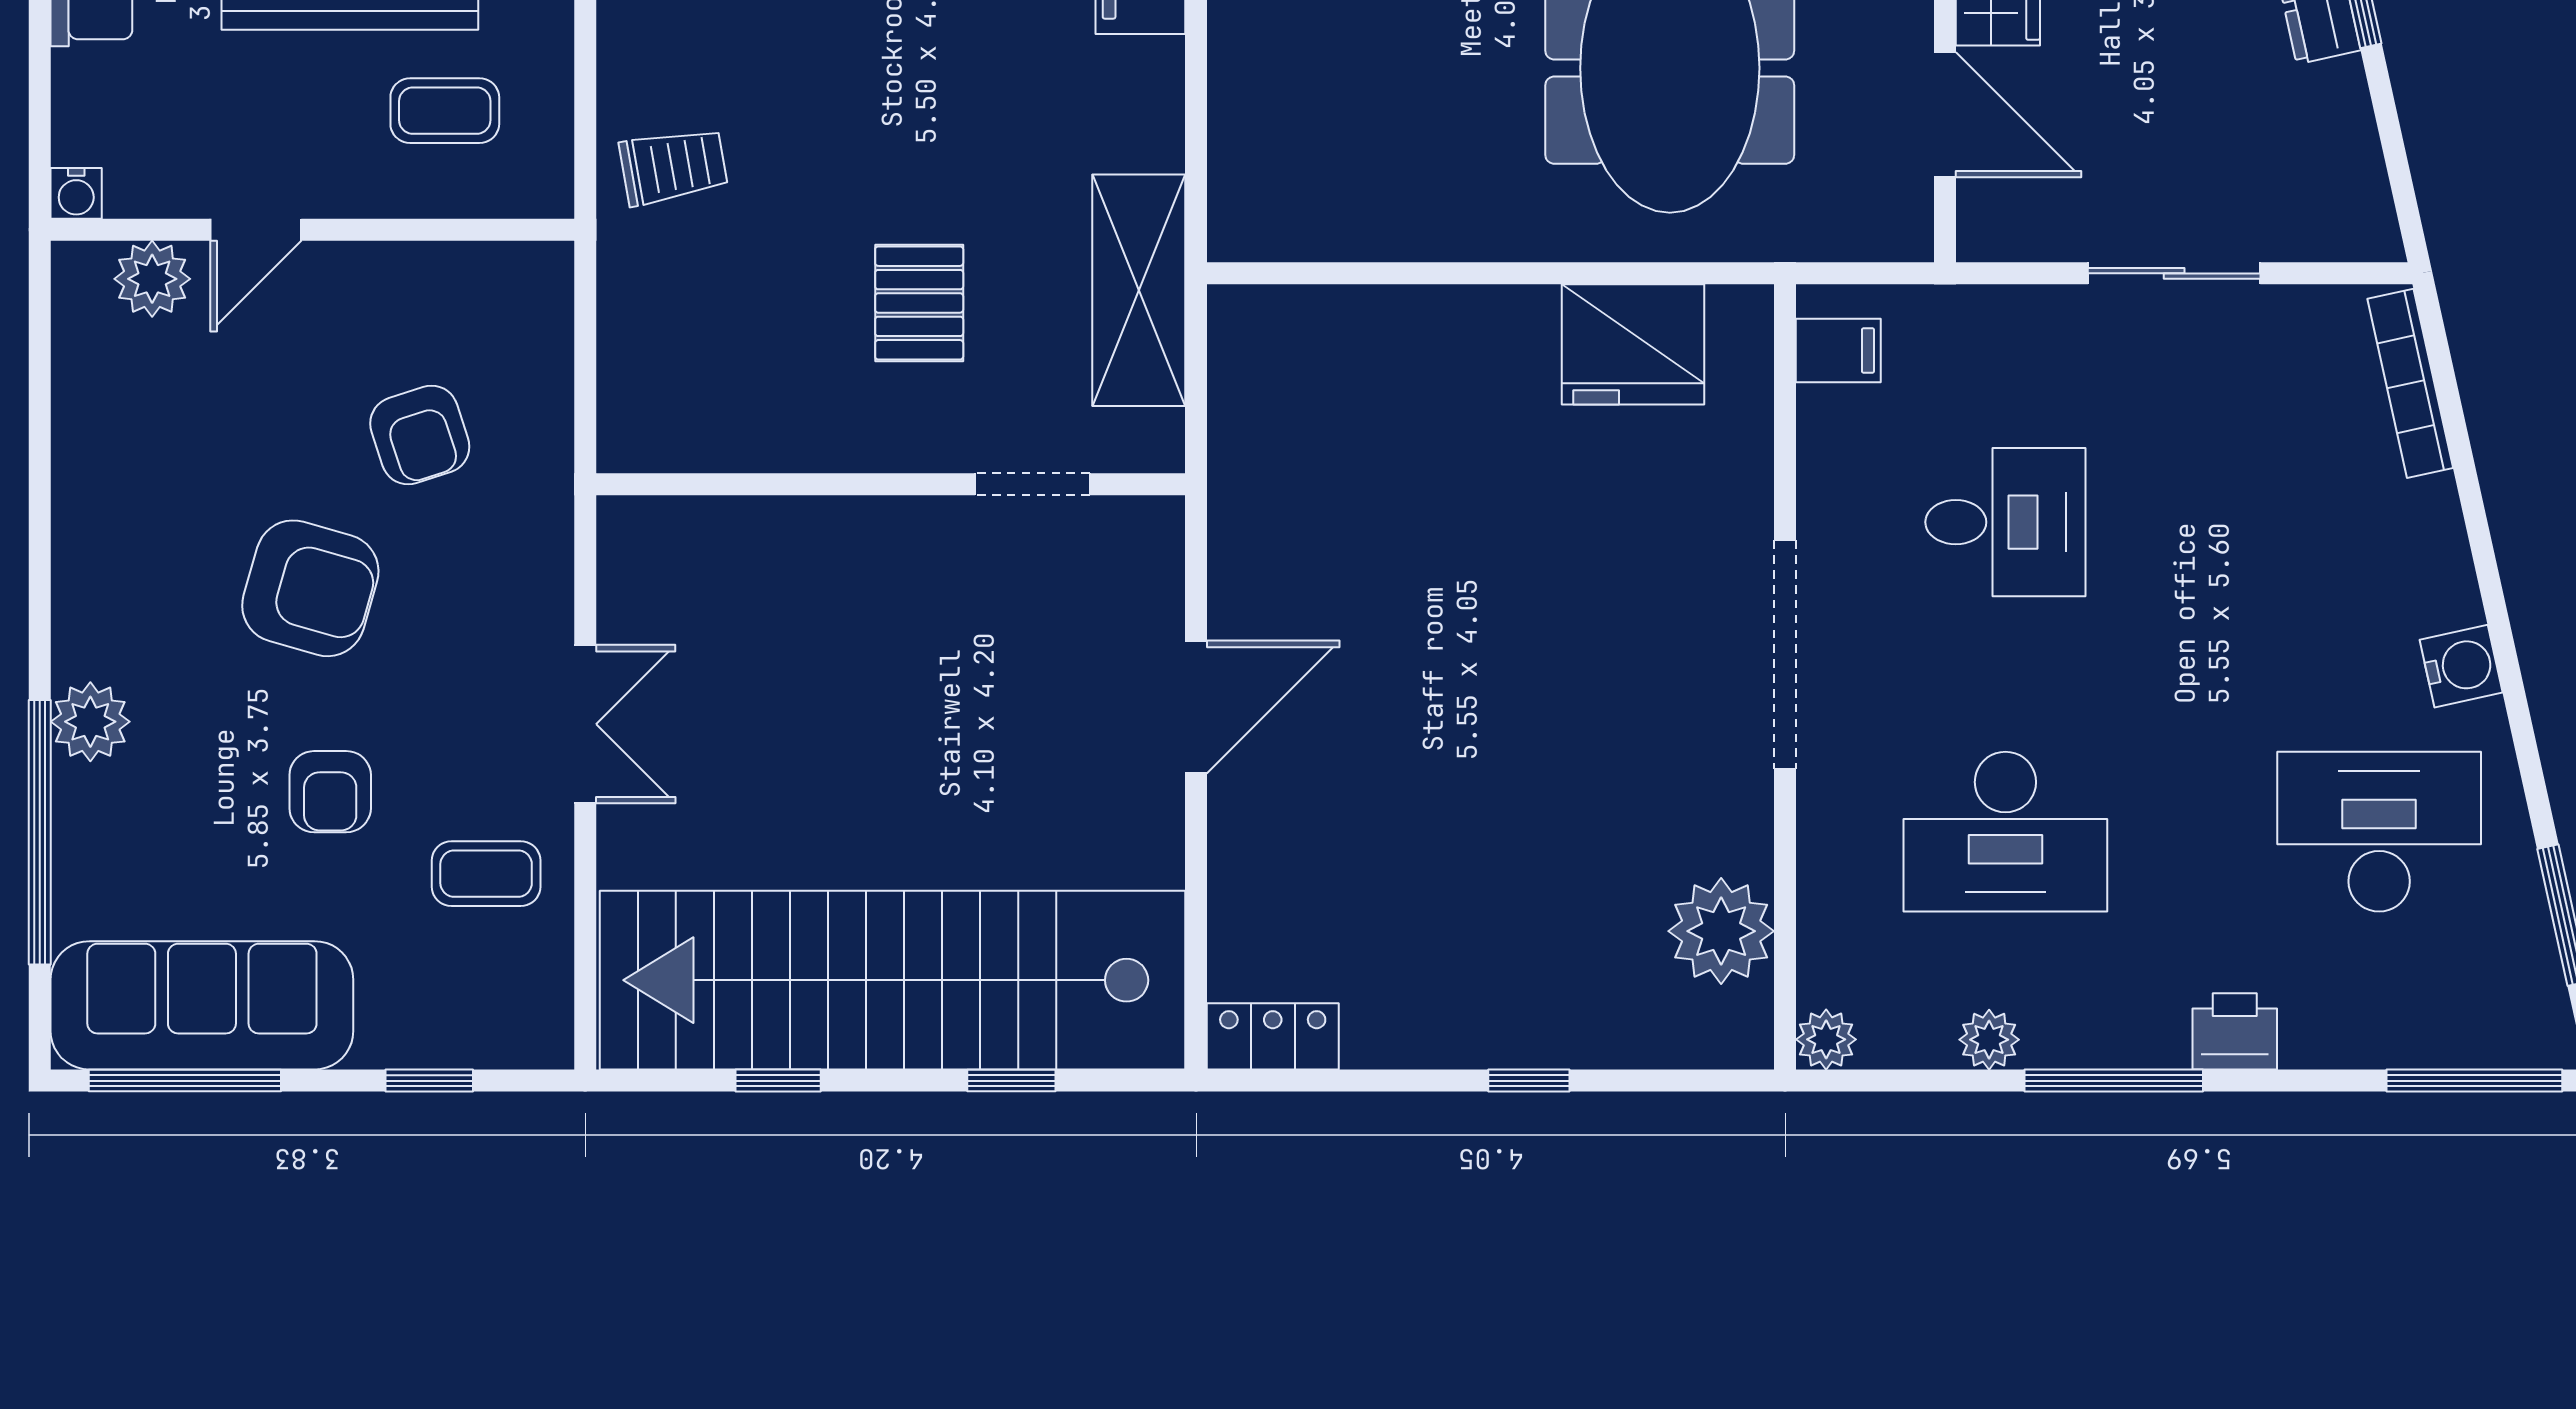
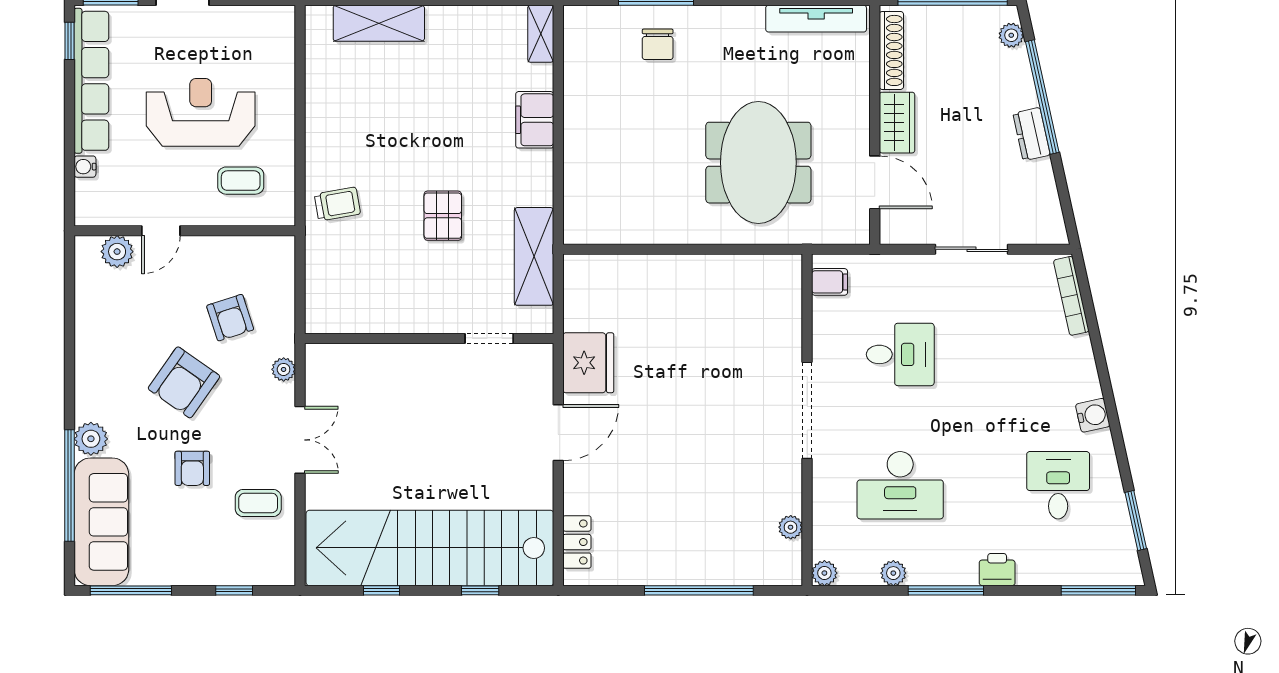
water cooler: (76, 193) -> (85, 167), moved, turned 90
pallet: (919, 303) -> (443, 216), moved
fridge: (1633, 344) -> (588, 363), moved, turned -90
plant: (546, 558) -> (284, 369), added
armchair: (310, 588) -> (184, 382), turned 109
desk: (2379, 832) -> (1058, 485), width x0.73
plant: (1721, 931) -> (791, 527), width x0.53, depth x0.53
sofa: (202, 1005) -> (101, 522), moved, turned 90
locker: (1273, 1036) -> (577, 542), moved, turned 90
window: (1529, 1081) -> (699, 590), width x3.17

